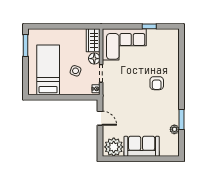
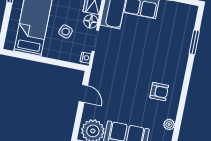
armchair: (157, 83) -> (159, 92), moved, turned -90
window: (181, 119) -> (194, 42), moved

